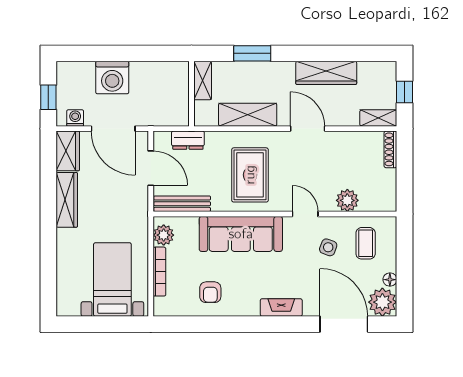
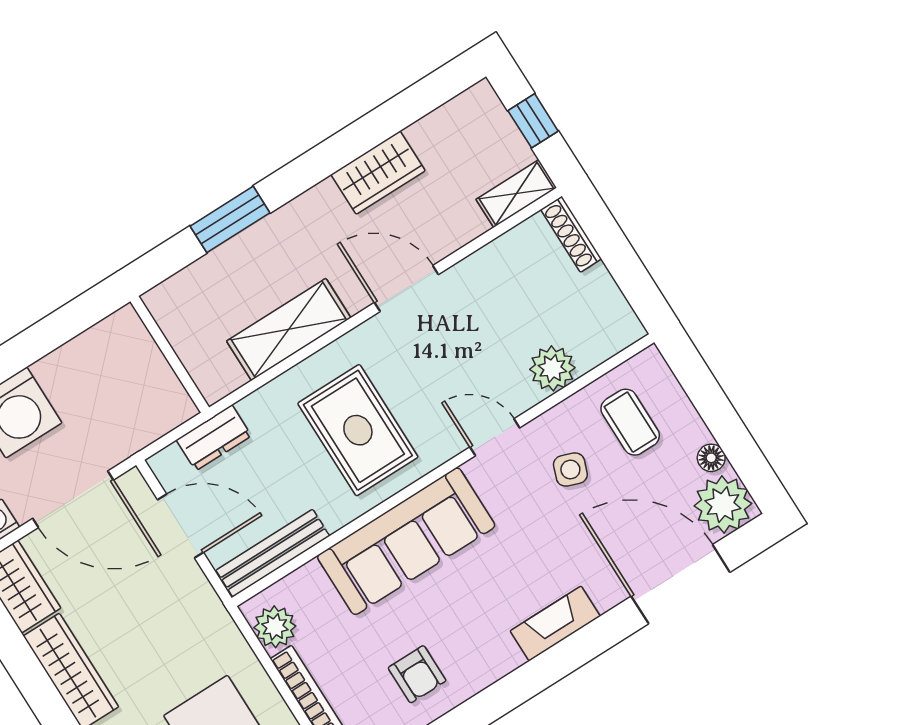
wardrobe: (326, 73) -> (378, 173), width x0.67
shelving: (203, 81) -> (174, 320), removed

